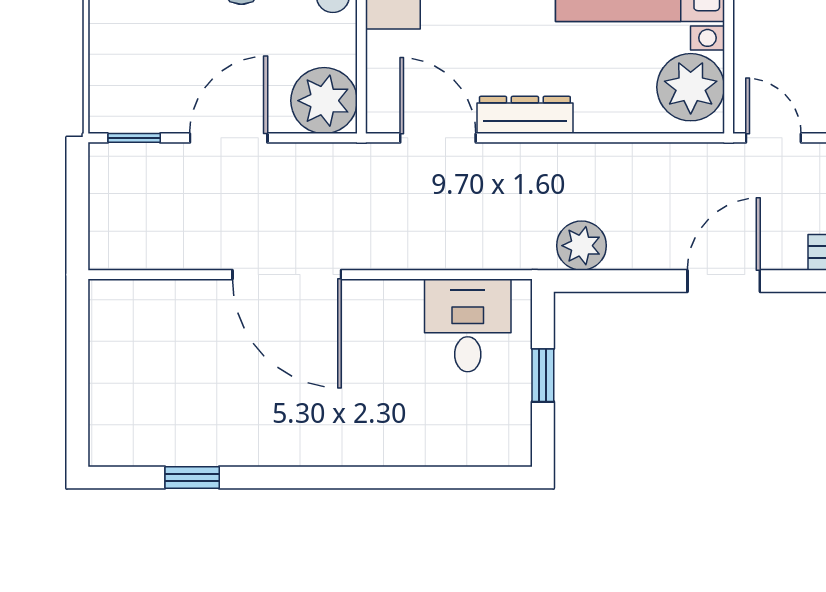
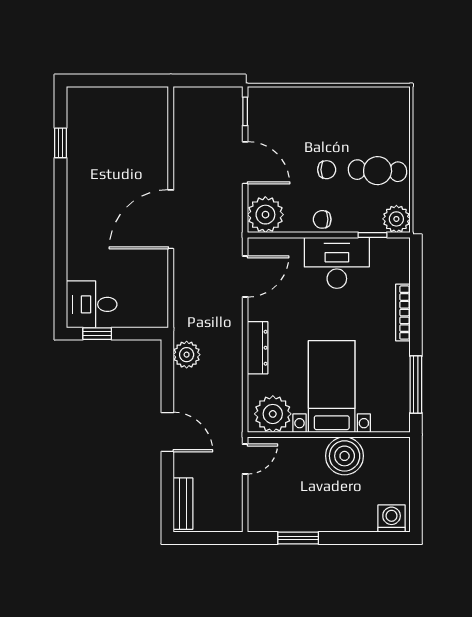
dresser: (525, 115) -> (258, 348), moved
door: (287, 275) -> (171, 219), moved
desk: (468, 325) -> (92, 304), moved, turned 180
window: (543, 375) -> (97, 334), moved

